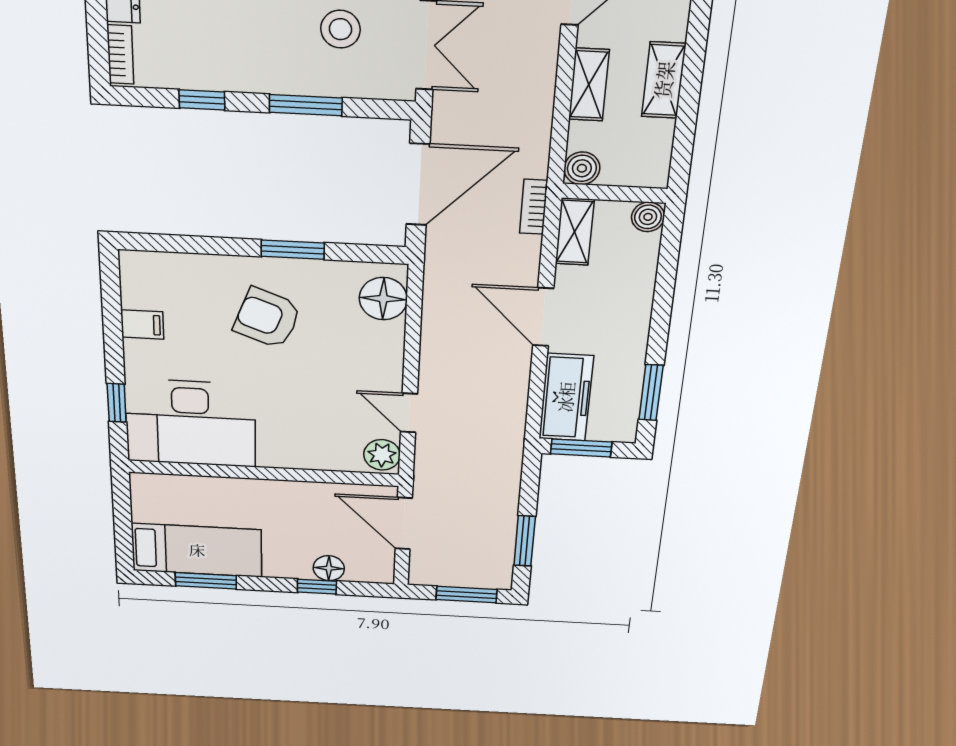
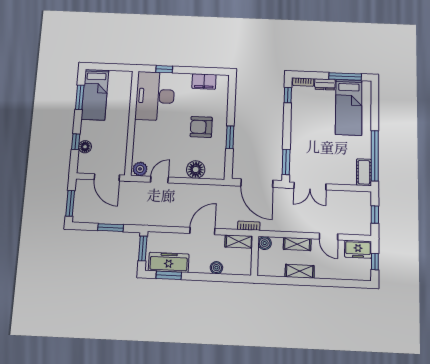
stool: (340, 29) -> (315, 157), removed
window: (202, 100) -> (288, 95), moved
window: (306, 105) -> (286, 162), moved
boiler: (648, 217) -> (216, 268), moved
floor lamp: (383, 299) -> (196, 170), moved
armchair: (267, 318) -> (201, 127), turned -111
filing cabinet: (142, 325) -> (204, 81), width x2.00
freezer: (566, 397) -> (169, 262), moved, turned 180
door: (404, 523) -> (107, 177), swing flipped
window: (525, 541) -> (111, 228), moved

